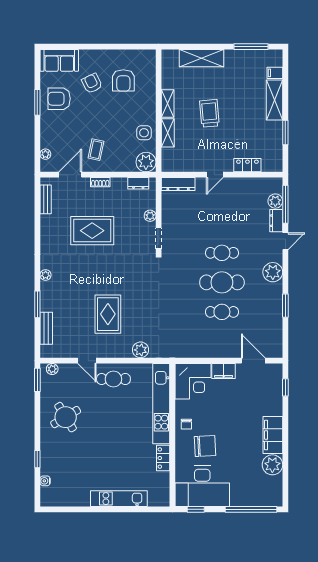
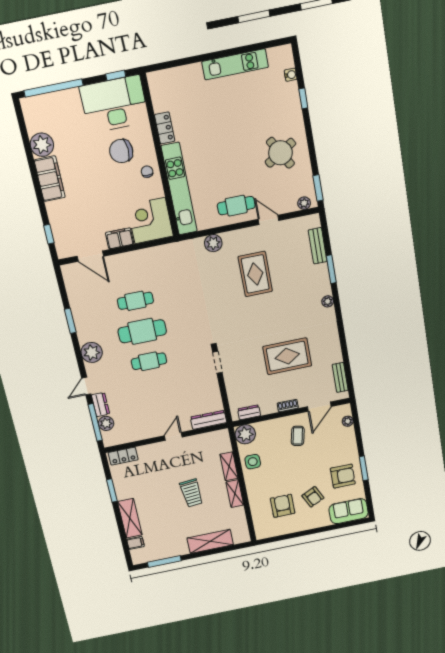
locker: (247, 165) -> (123, 456), moved
plant: (150, 216) -> (231, 383), removed
kitchen unit: (119, 499) -> (235, 64), moved

